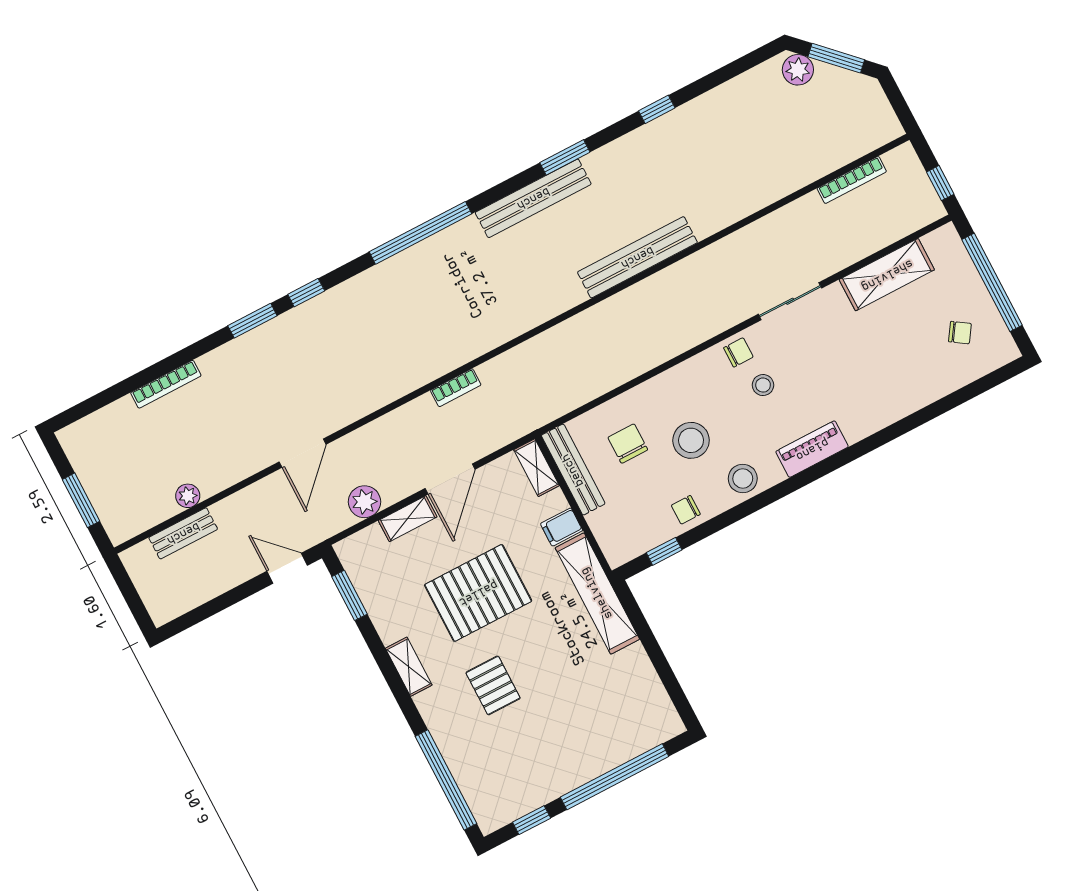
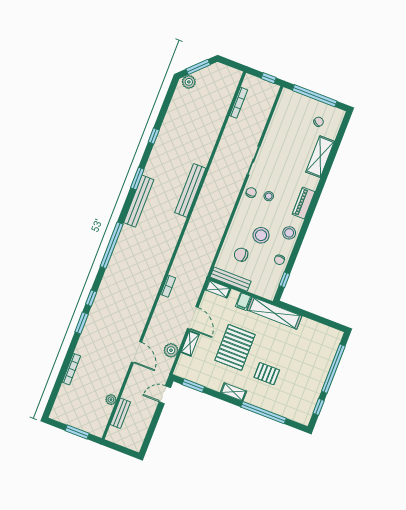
shelving: (887, 275) -> (320, 157), moved
window: (446, 780) -> (264, 413), moved

